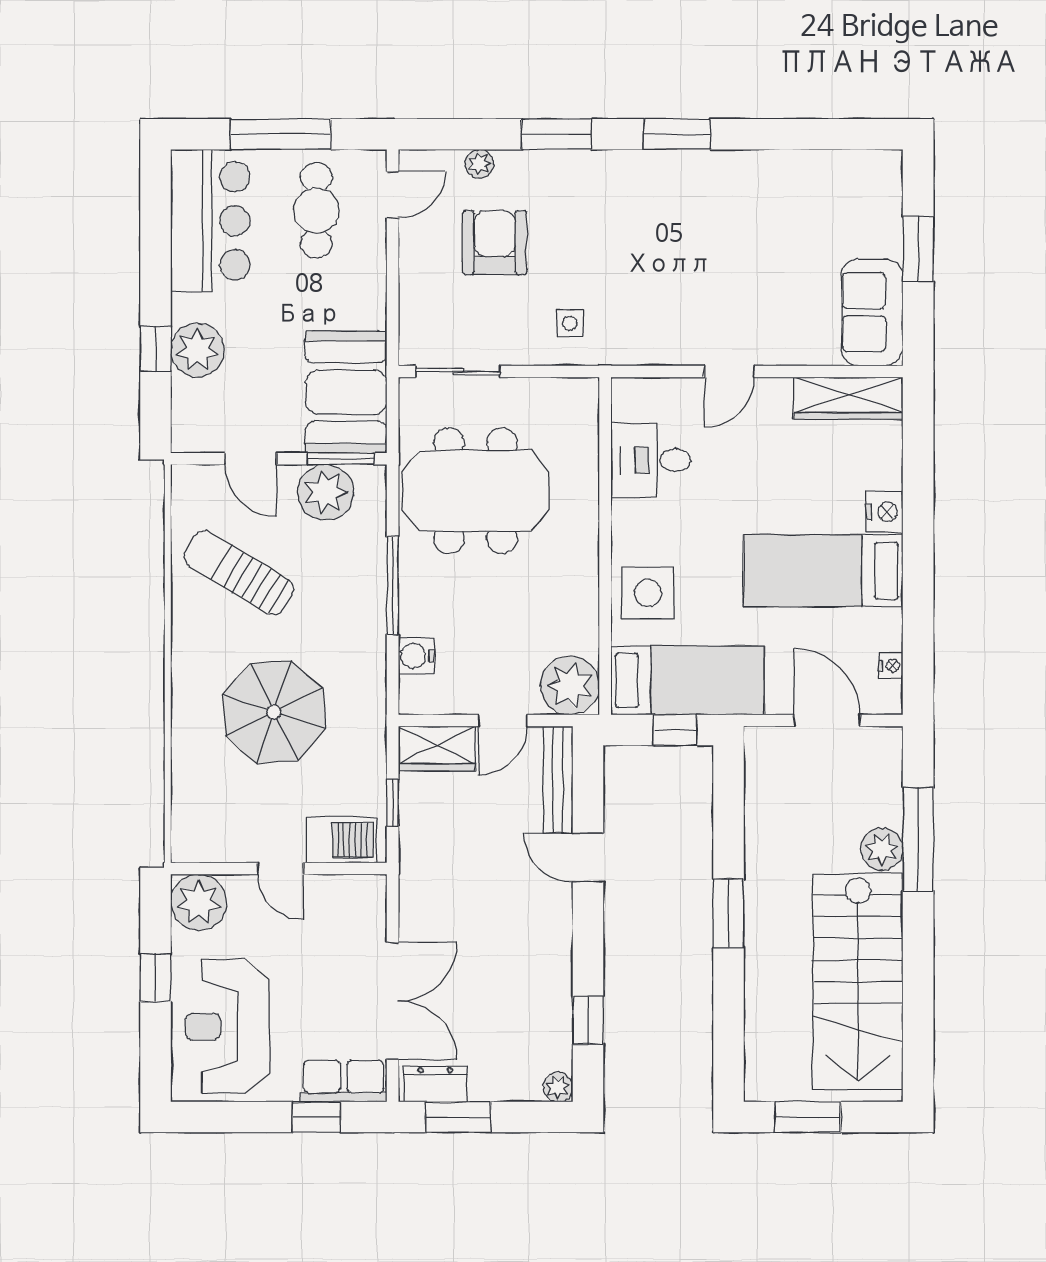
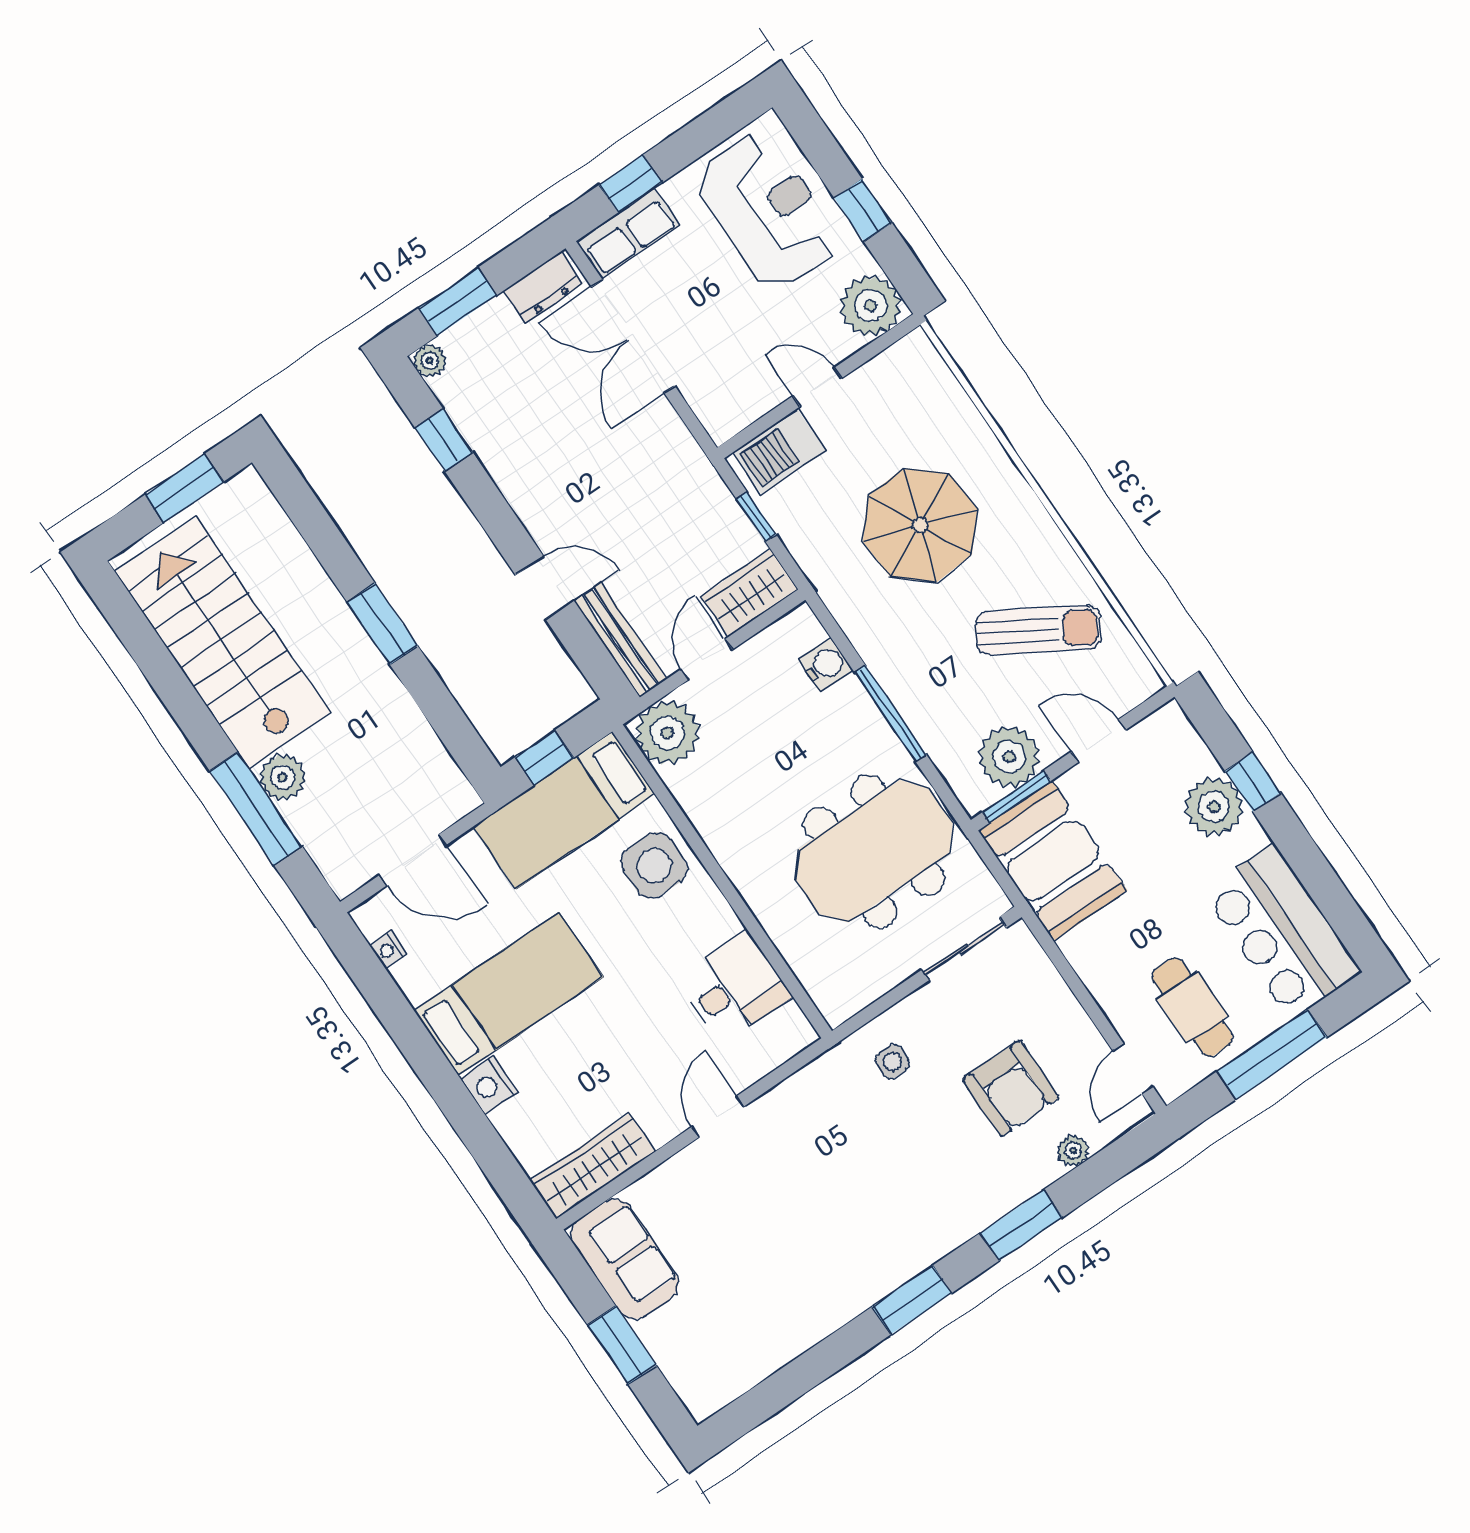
window: (458, 1117) -> (457, 302), moved

